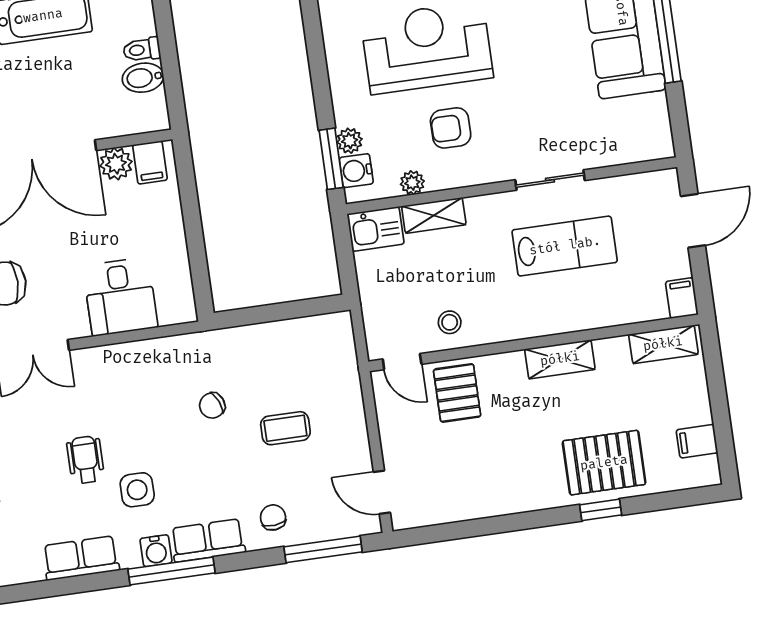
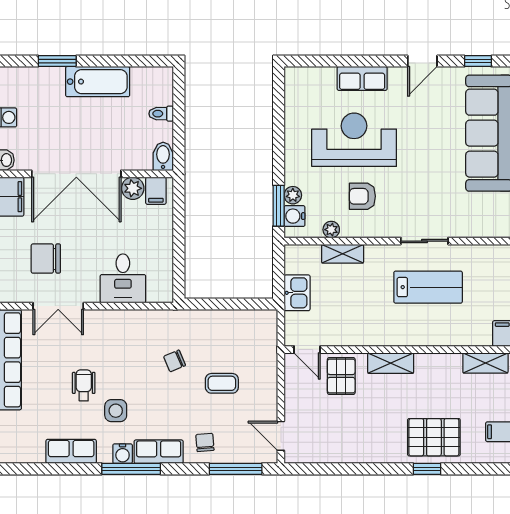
bidet: (143, 78) -> (163, 156), moved, turned 90
kitchen sink: (376, 229) -> (297, 293), moved, turned -90
stool: (450, 322) -> (343, 328), removed
shelving: (560, 359) -> (391, 363), moved

